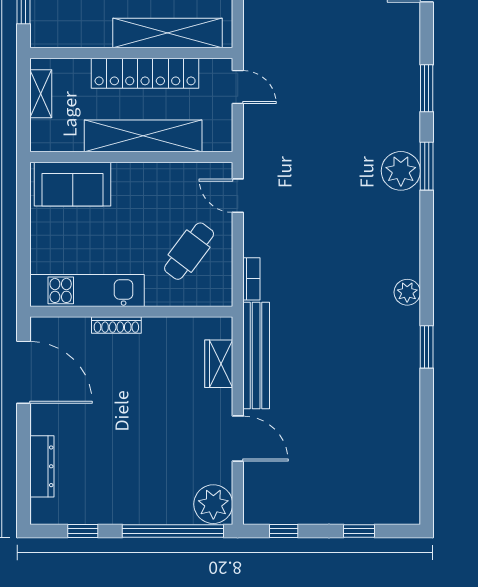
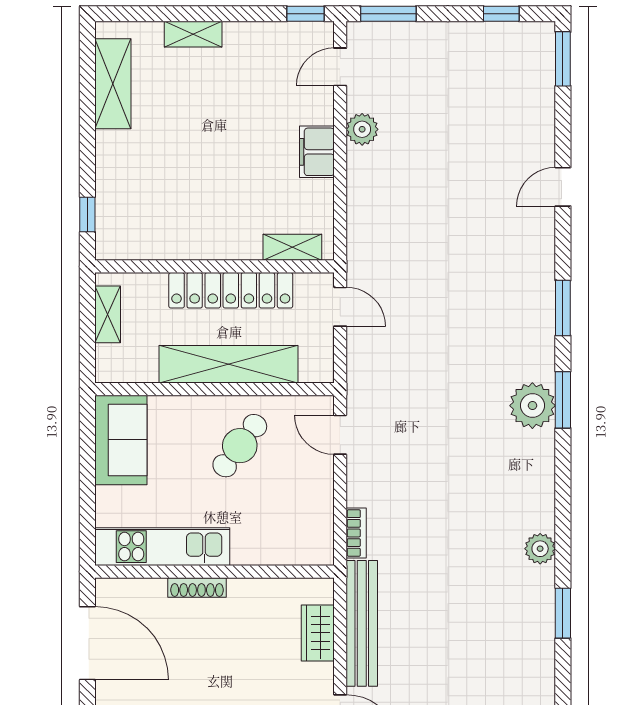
shelving: (167, 33) -> (292, 247), width x0.45, depth x0.75
sofa: (73, 184) -> (121, 440), moved, turned -90
cafe table: (189, 251) -> (240, 446), moved

